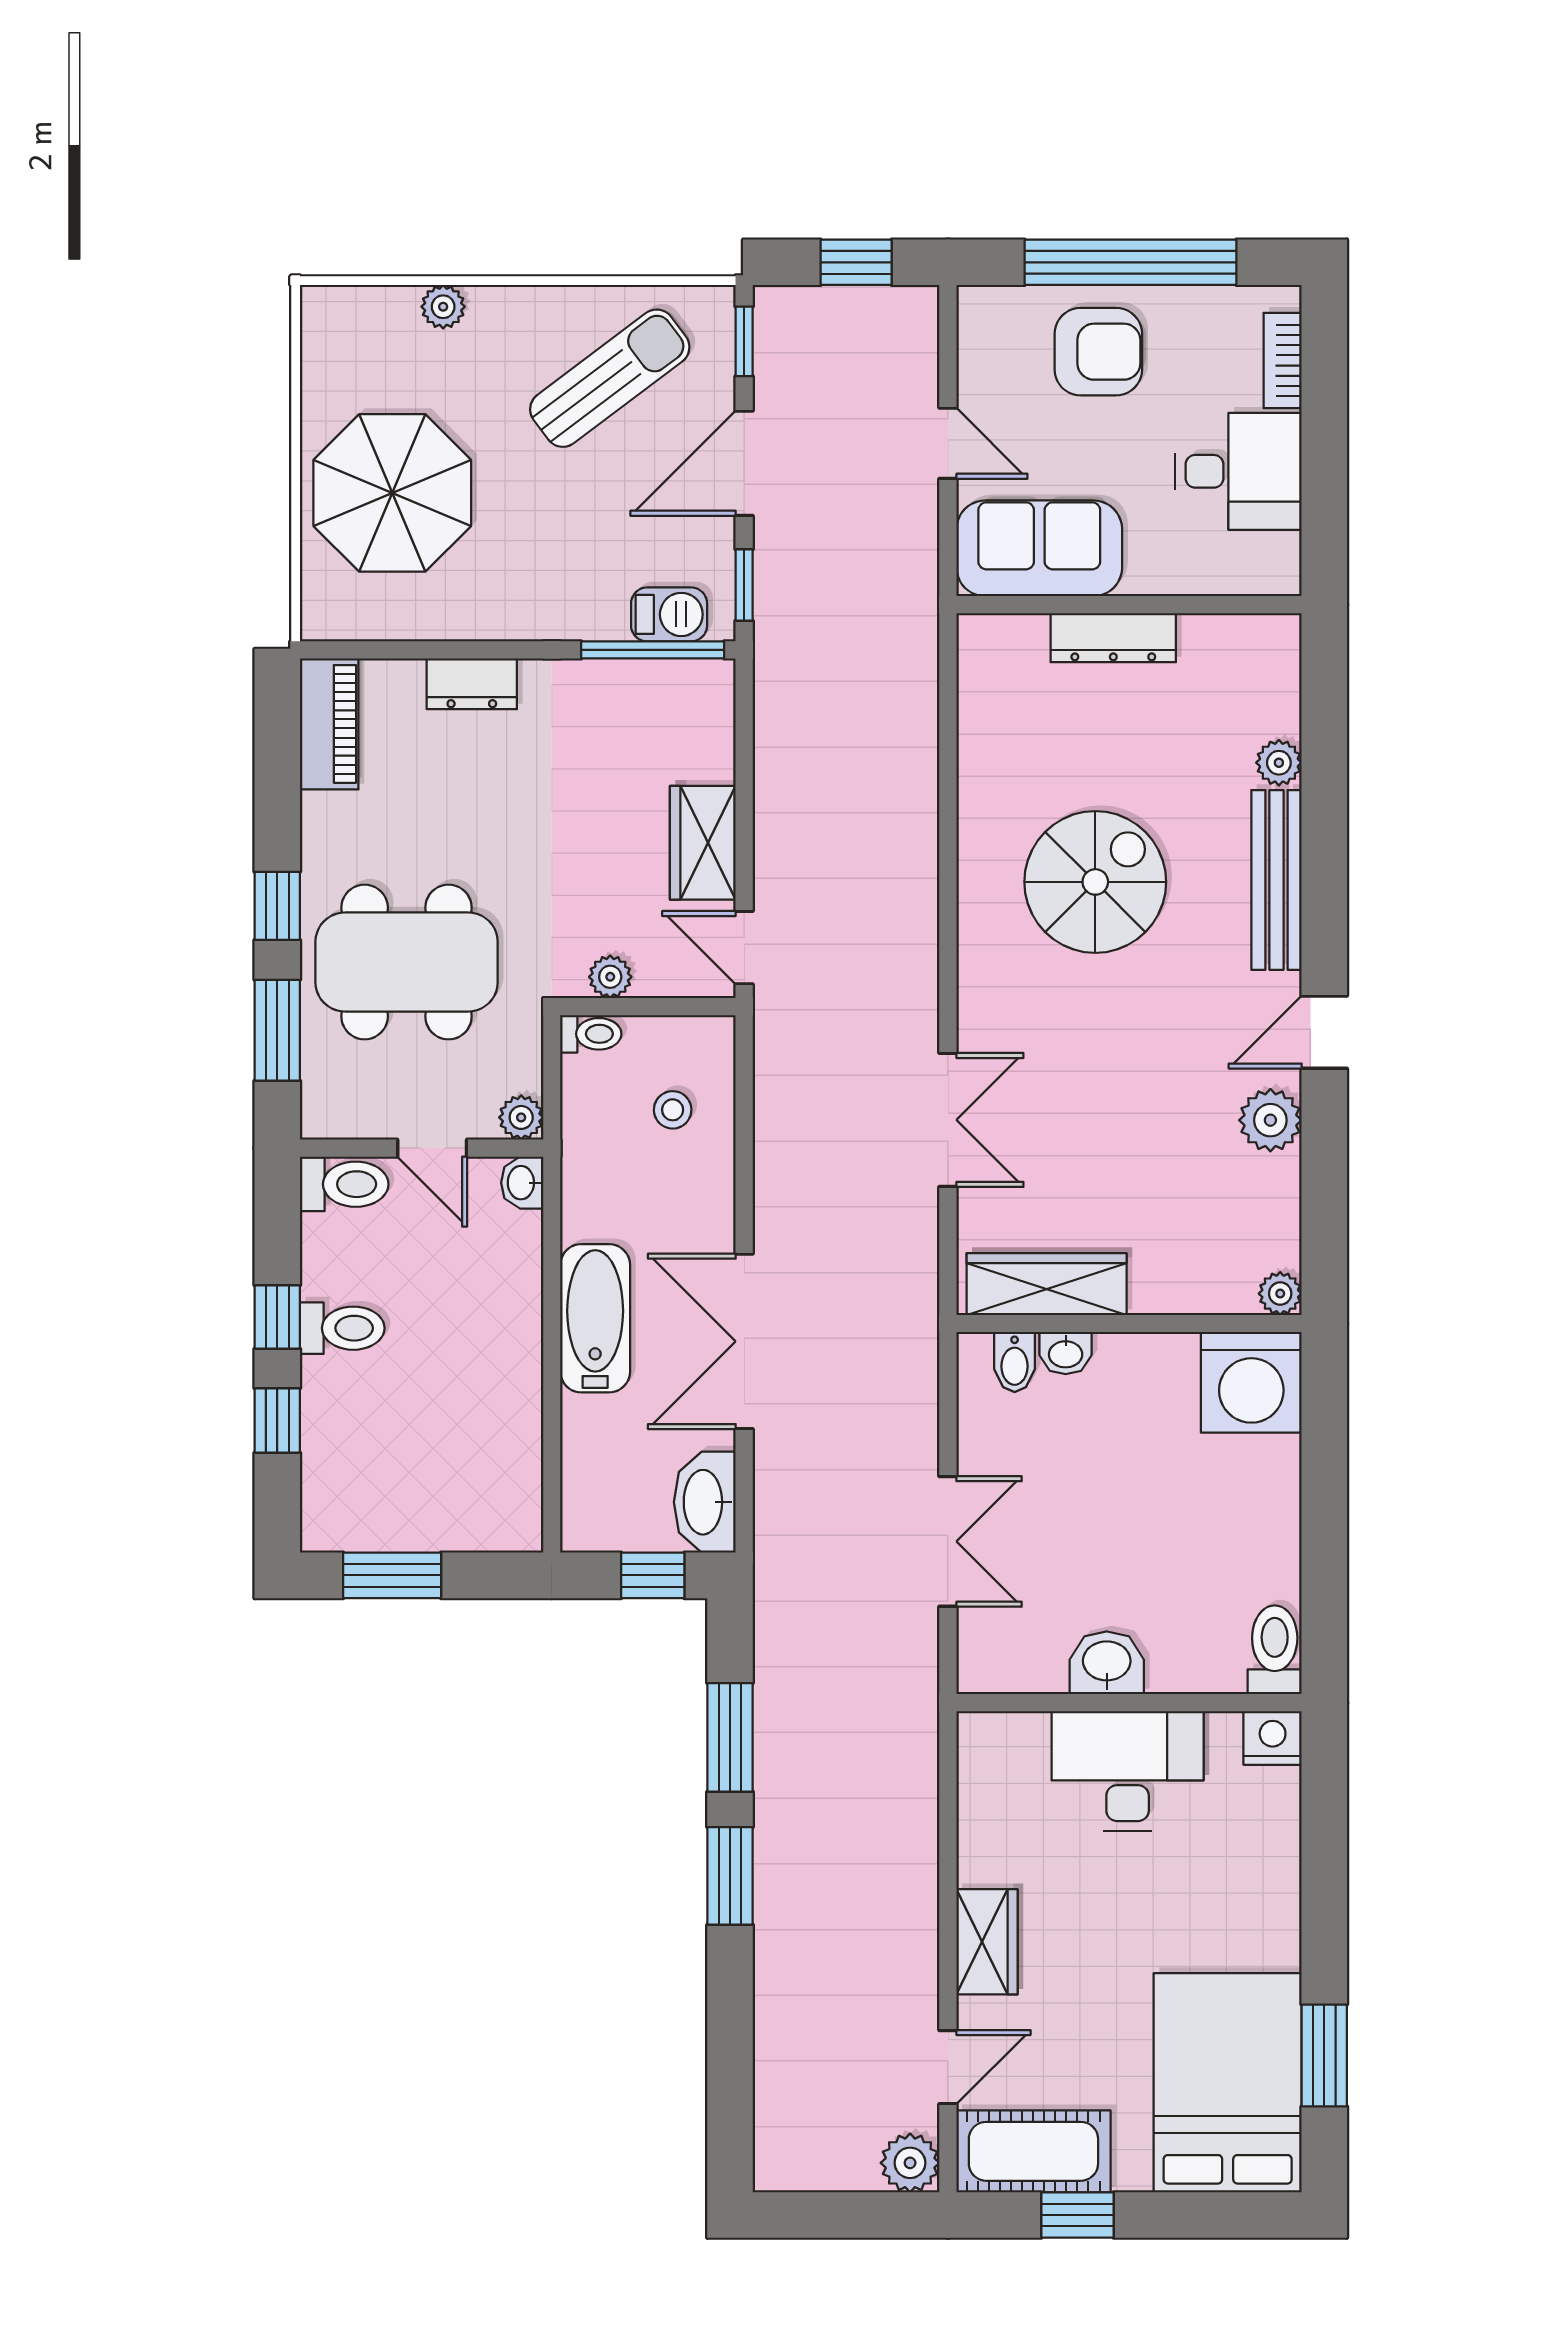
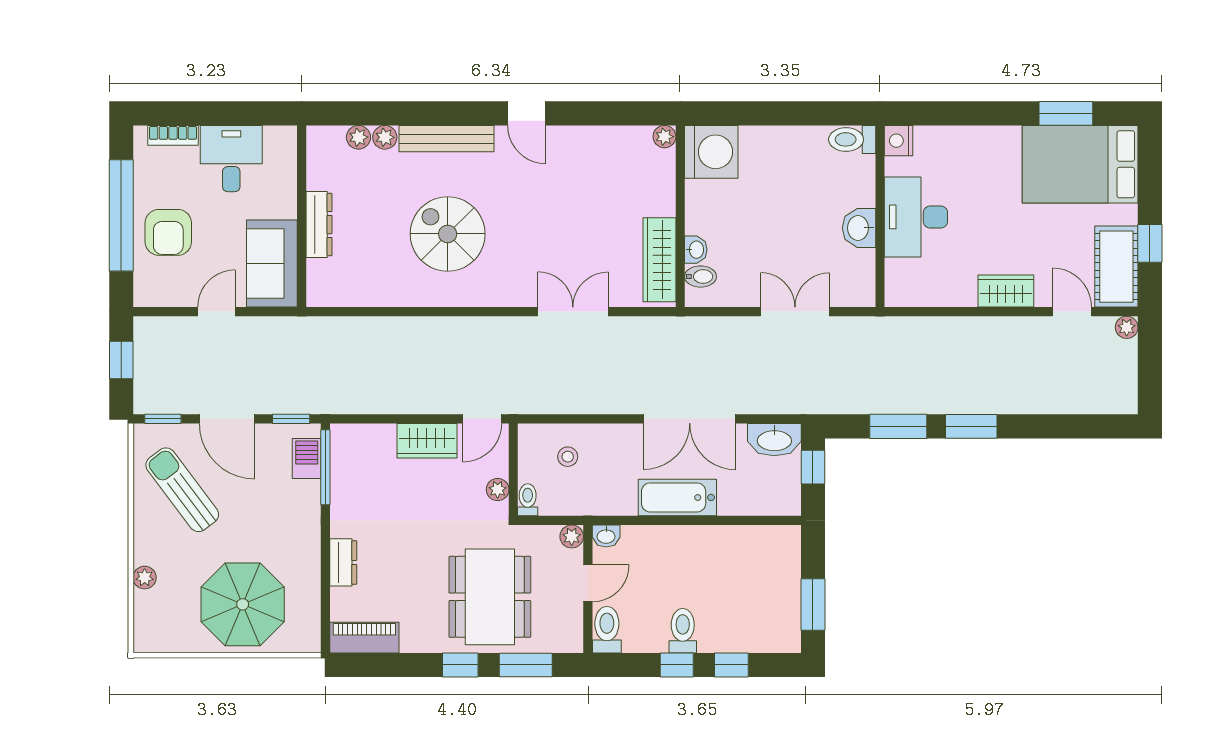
armchair: (1098, 352) -> (168, 232), turned 180
plant: (1270, 1120) -> (358, 137), moved, width x0.73, depth x0.73
plant: (910, 2163) -> (1127, 327), width x0.73, depth x0.73

